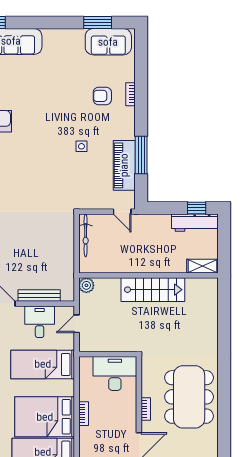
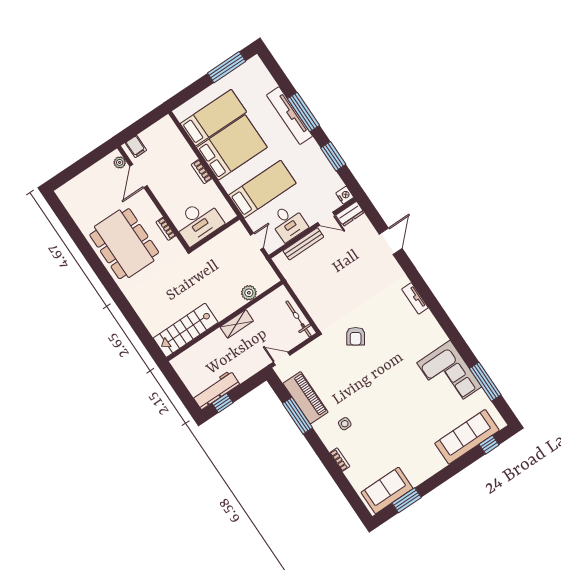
armchair: (102, 96) -> (356, 336), moved, turned 124
side table: (81, 146) -> (345, 424), moved
shelving: (202, 266) -> (237, 324), moved
plant: (86, 285) -> (249, 293), moved
stairs: (153, 290) -> (186, 330), moved
bookcase: (146, 409) -> (166, 229), moved

